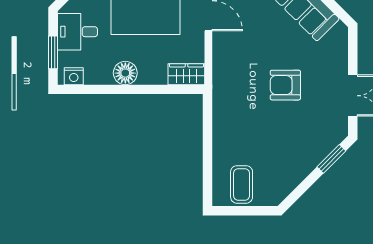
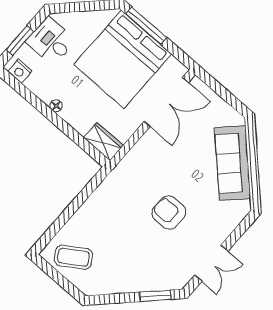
floor lamp: (125, 73) -> (56, 106), width x0.53, depth x0.53
coffee table: (242, 184) -> (73, 257), turned 57

